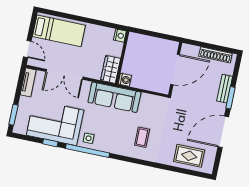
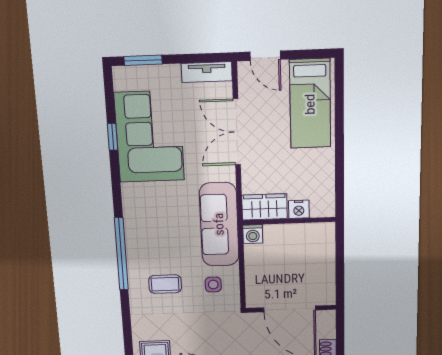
nightstand: (120, 36) -> (299, 209), moved
door: (27, 49) -> (265, 56), hinge flipped
side table: (89, 138) -> (213, 284), moved
window: (87, 151) -> (121, 254), moved

